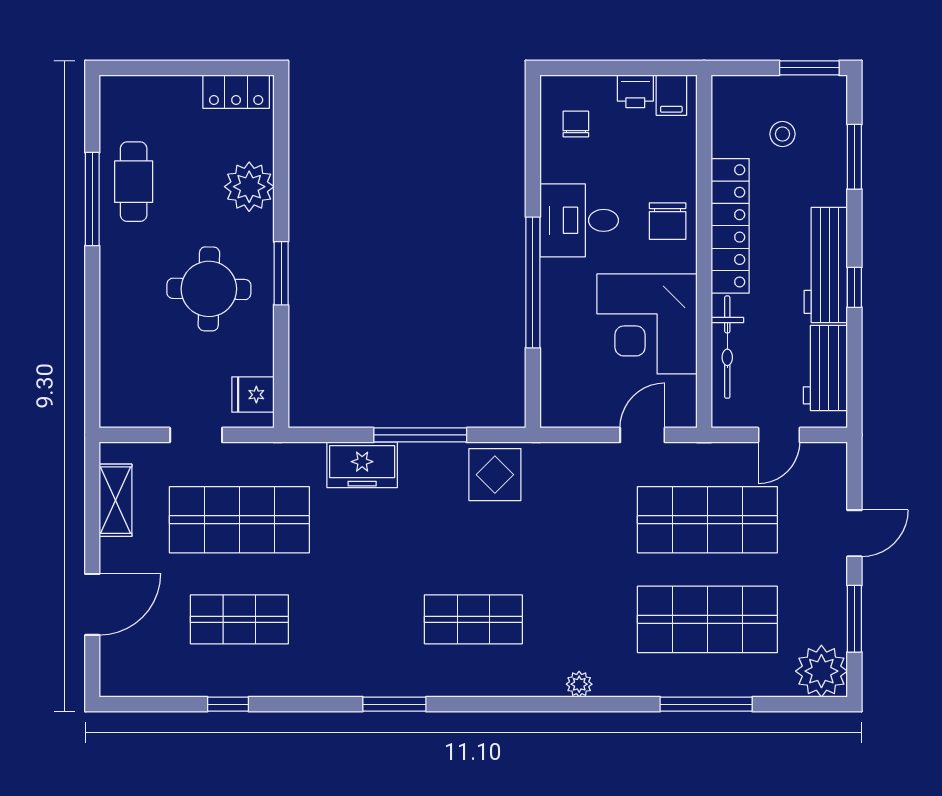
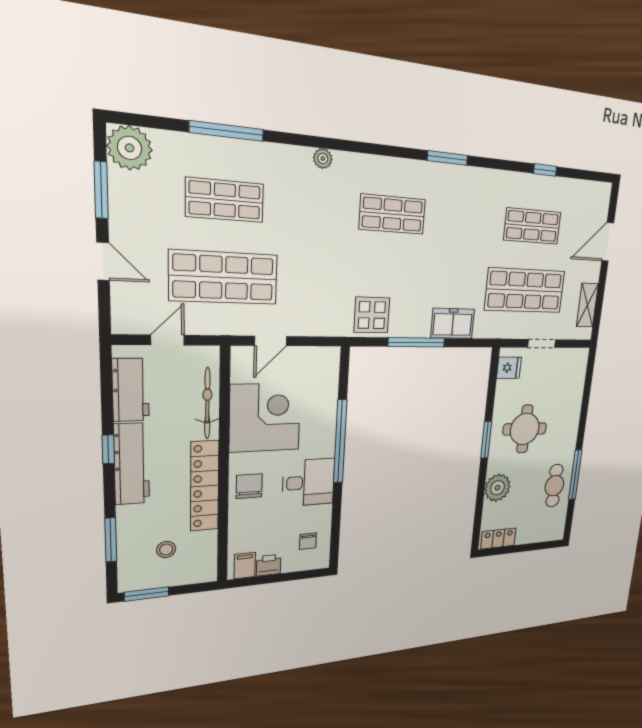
door: (854, 533) -> (103, 261), swing flipped
shop shelf: (707, 619) -> (225, 200), width x0.70, depth x0.74

